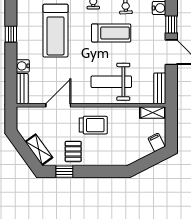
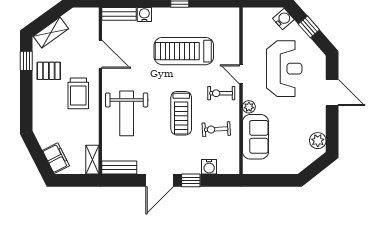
weight bench: (111, 82) -> (127, 113), turned 180
filing cabinet: (157, 142) -> (56, 158), width x2.00

